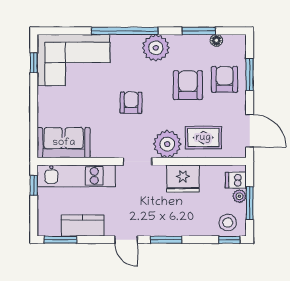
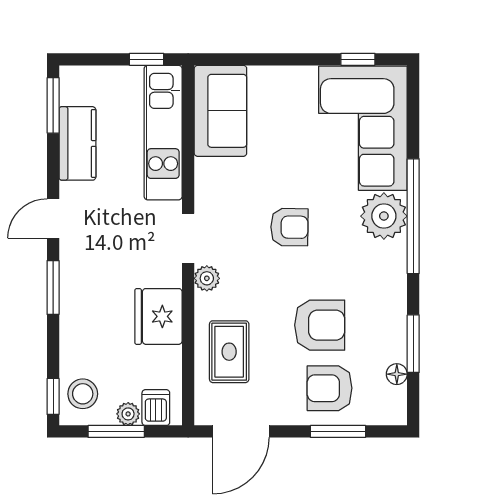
plant: (156, 48) -> (384, 216), moved
armchair: (225, 79) -> (330, 388), turned 180
plant: (167, 144) -> (207, 278), width x0.53, depth x0.53

